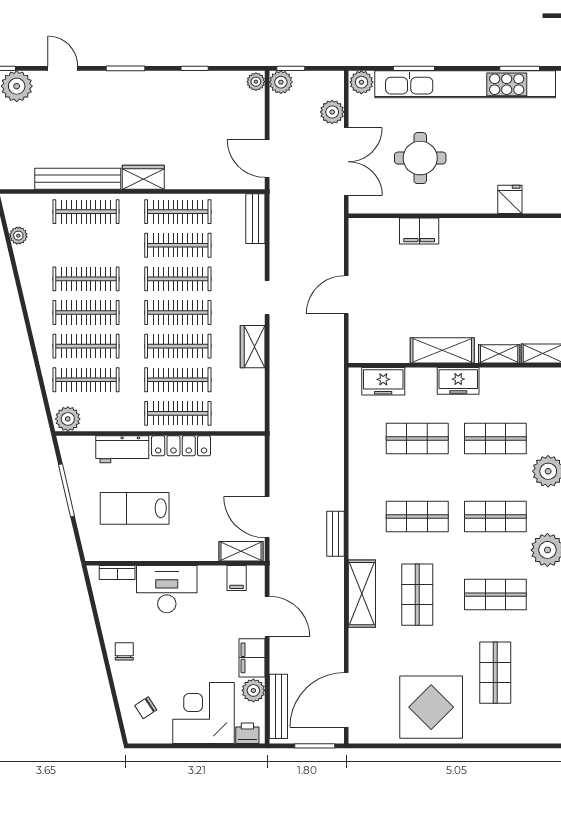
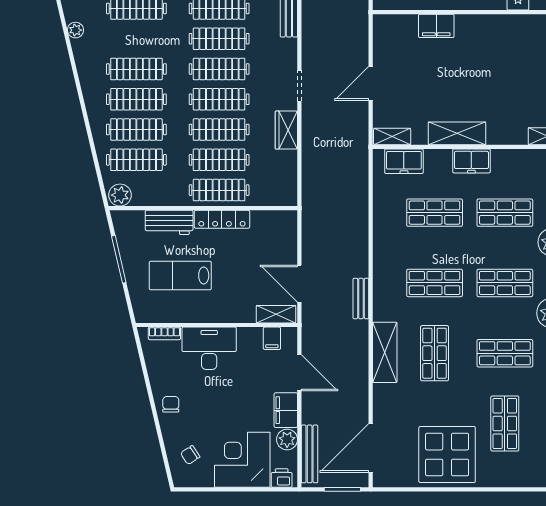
shelving: (499, 354) -> (392, 137), moved

